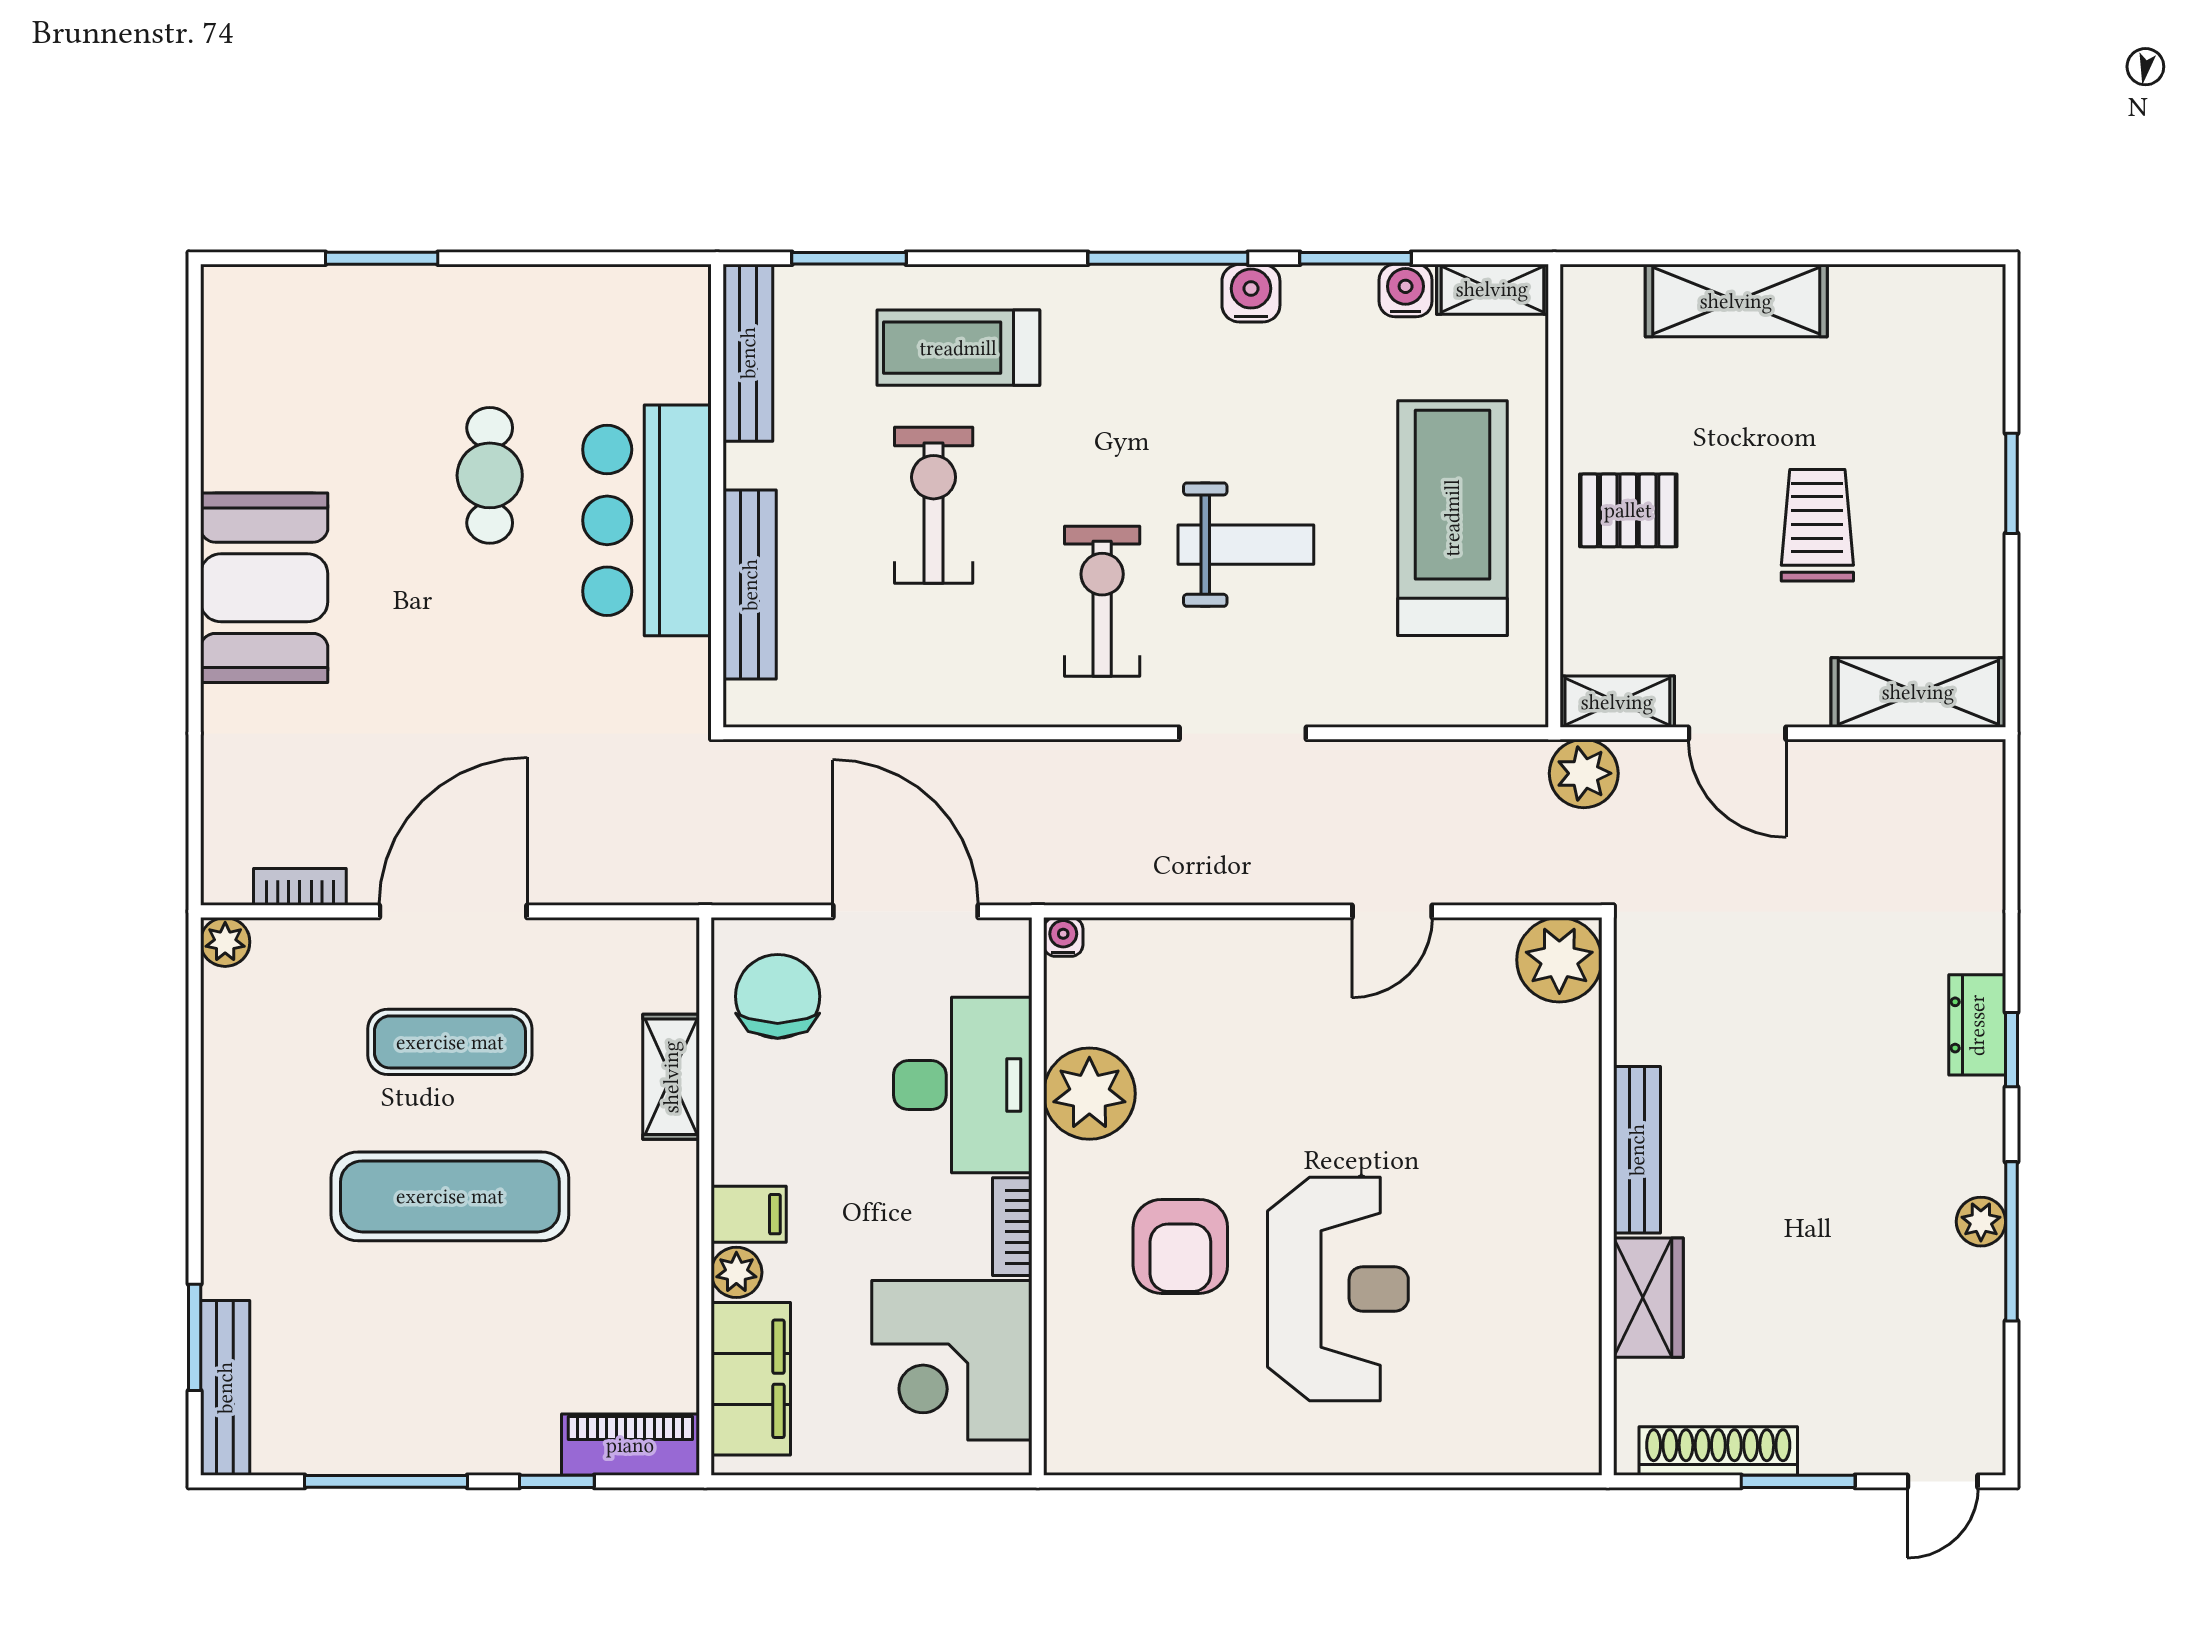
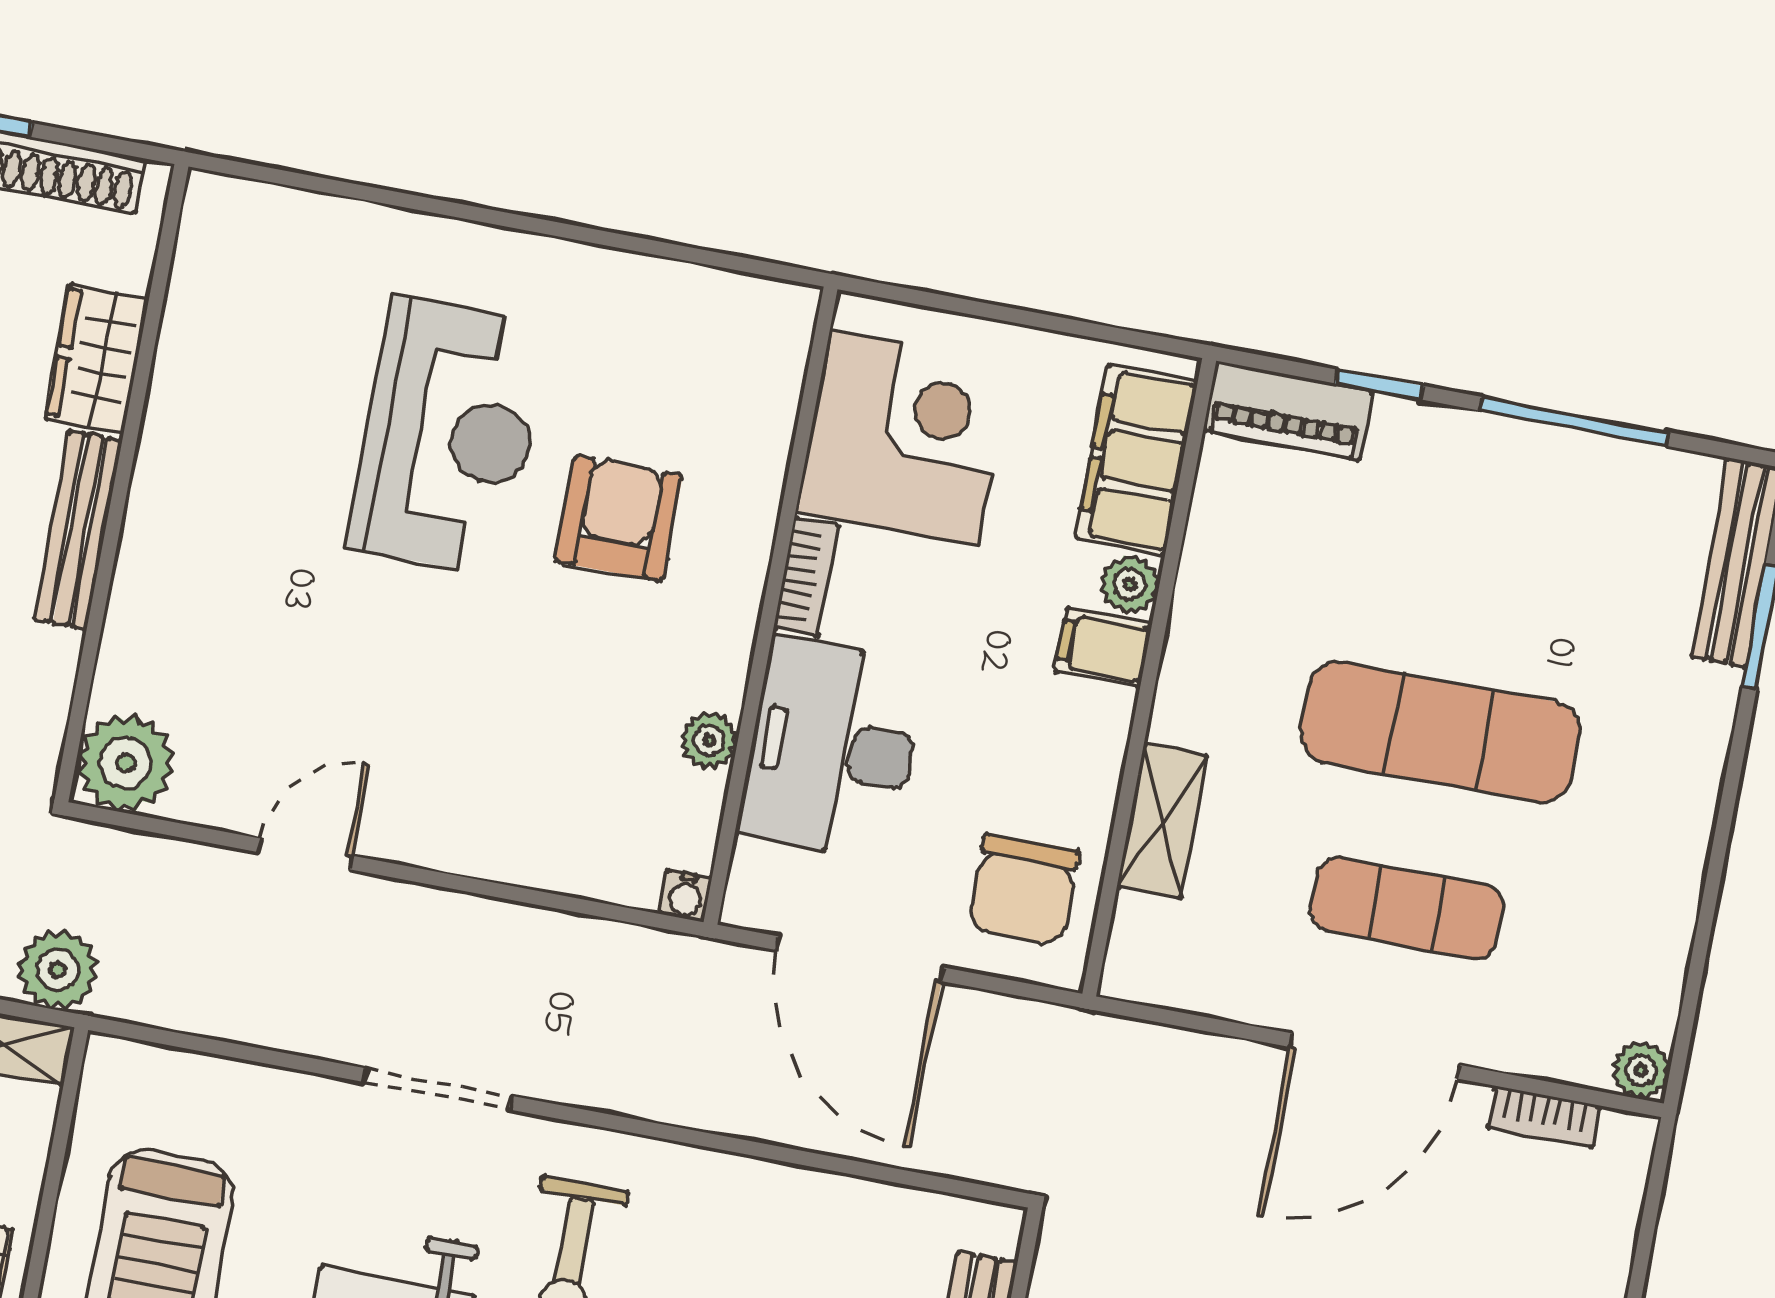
plant: (1089, 1094) -> (709, 741), width x0.53, depth x0.53
reception desk: (1338, 1289) -> (449, 436), turned 180

